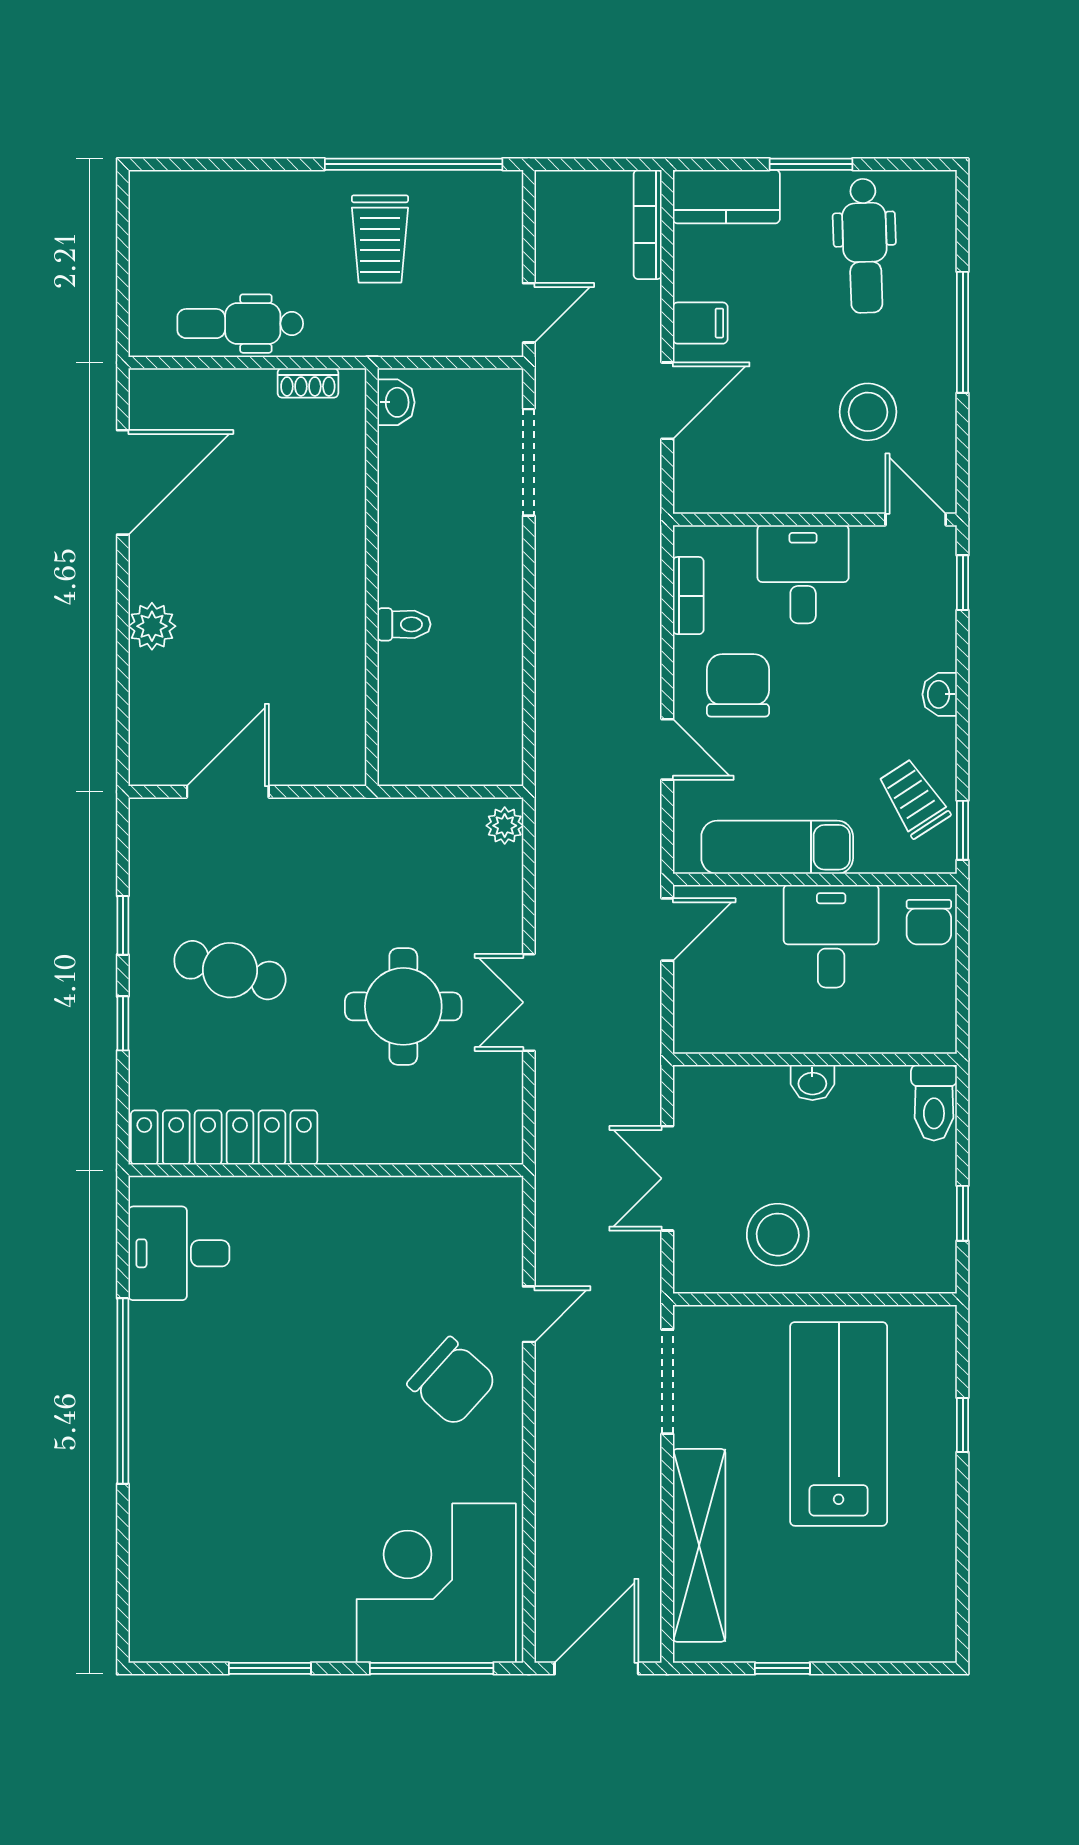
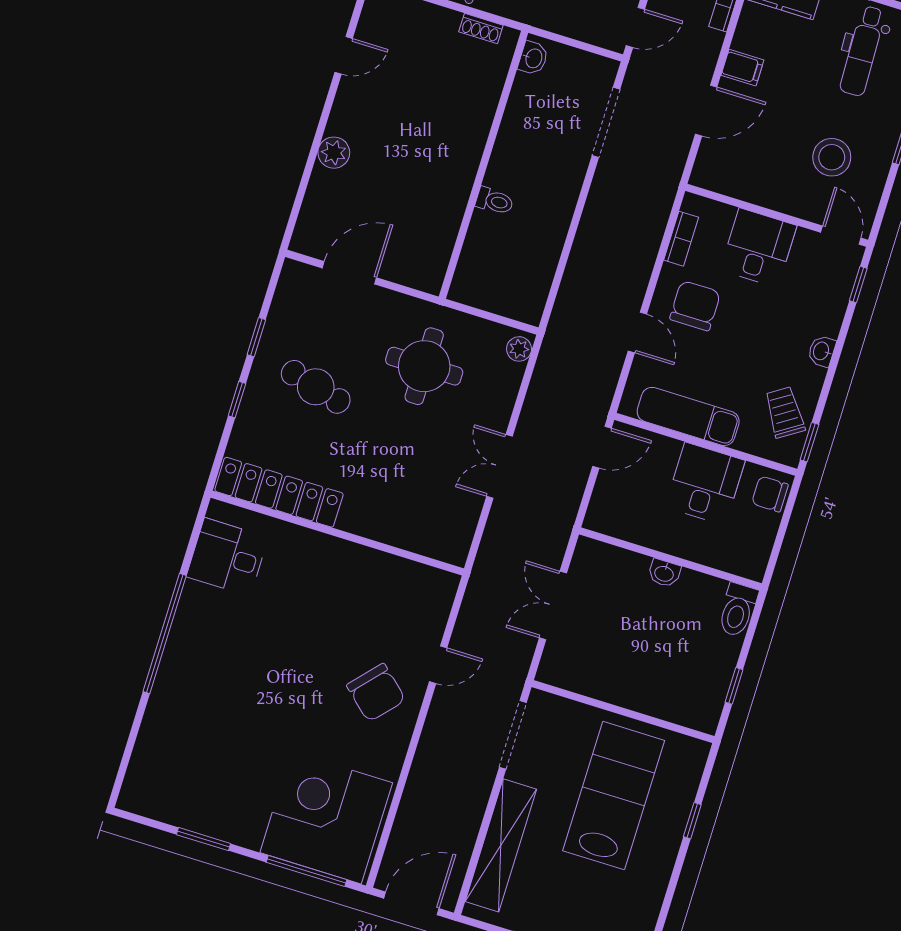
door: (123, 482) -> (344, 55), width x0.53
chair: (929, 922) -> (770, 494), turned 90
round table: (403, 1006) -> (424, 366), moved
stool: (778, 1235) -> (612, 663), removed

